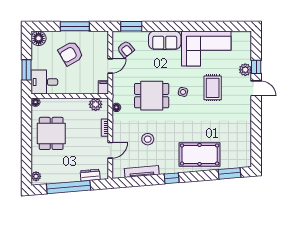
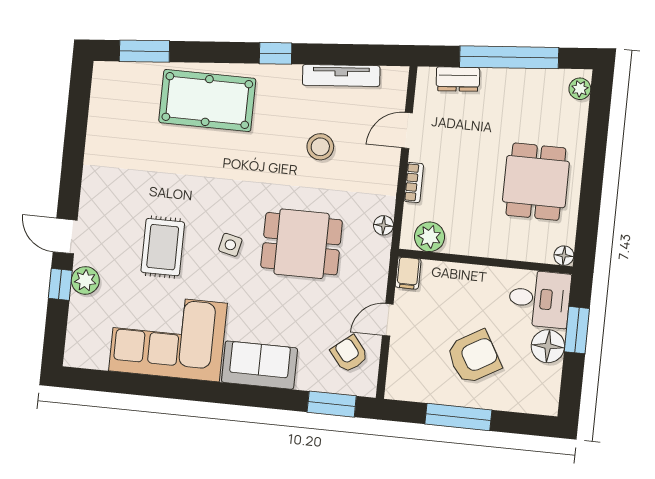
floor lamp: (39, 38) -> (548, 346), moved

